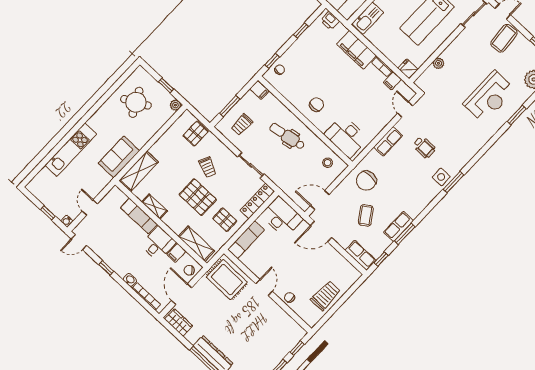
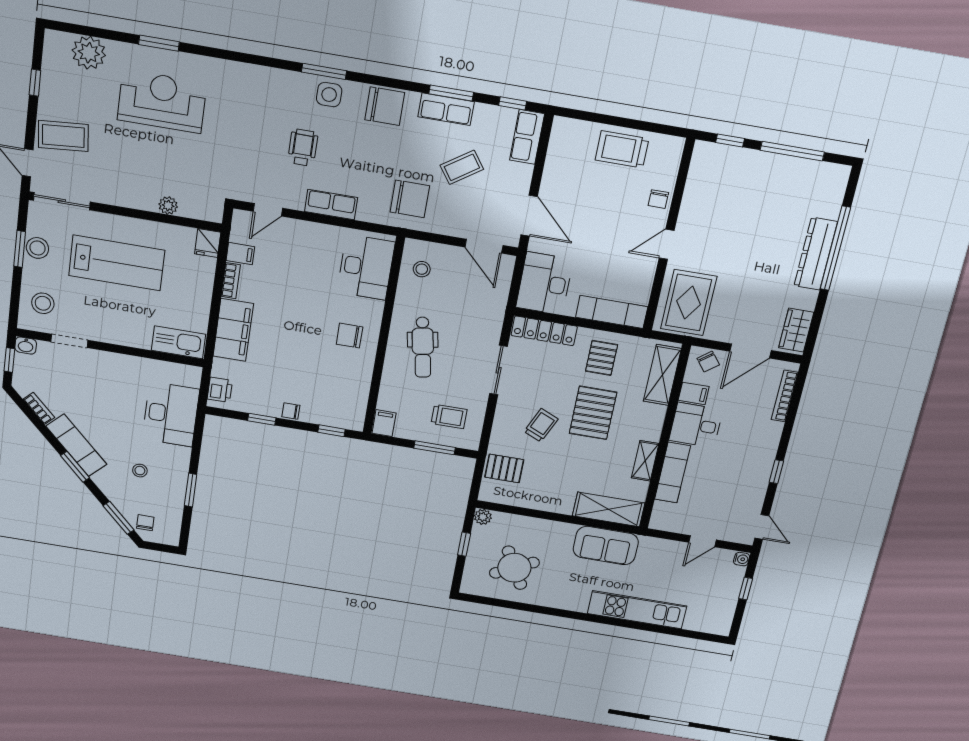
chair: (280, 70) -> (291, 411), moved
chair: (419, 199) -> (385, 106), added
washbasin: (130, 280) -> (774, 431), removed

